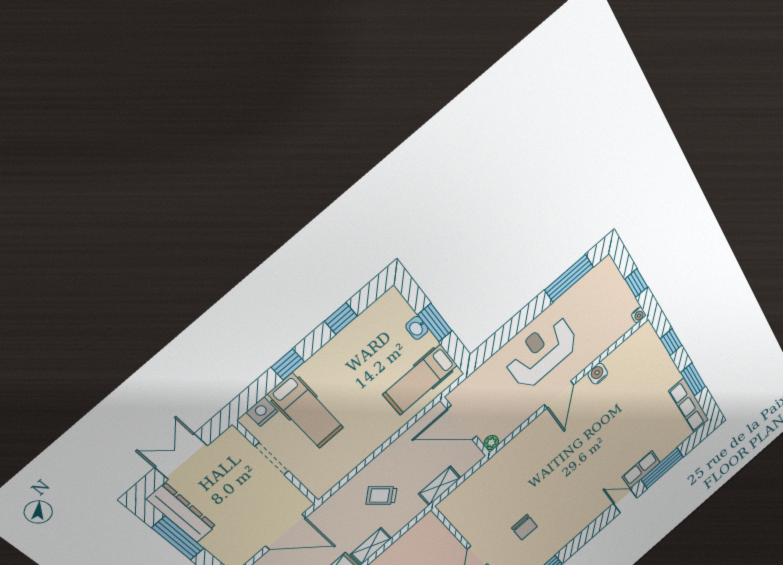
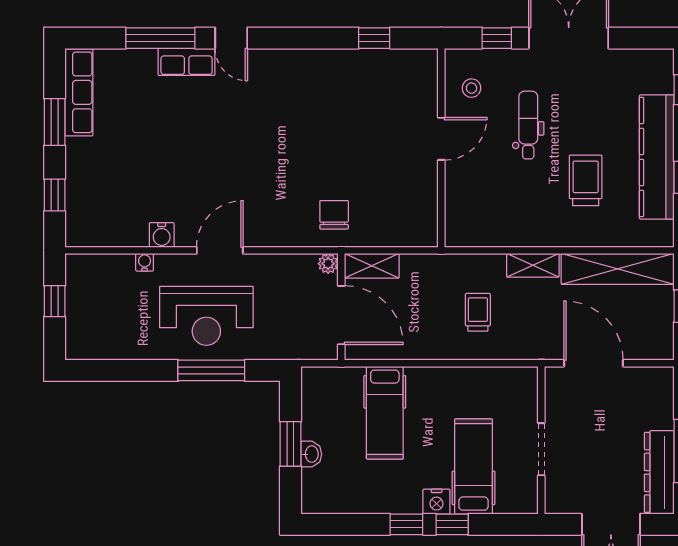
window: (569, 278) -> (211, 370), moved
water cooler: (639, 315) -> (145, 262), moved
window: (341, 319) -> (406, 524), moved
hospital bed: (420, 380) -> (385, 413), moved, turned 90
nightstand: (262, 412) -> (436, 502), moved
shelving: (440, 486) -> (372, 266), moved
trolley: (382, 495) -> (478, 312), turned -137
chair: (524, 527) -> (334, 215), moved

